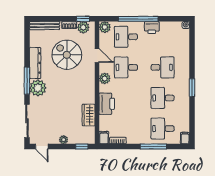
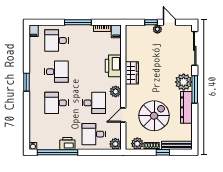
window: (83, 19) -> (163, 152), moved
window: (138, 19) -> (57, 152), moved
desk: (126, 37) -> (94, 134), turned 180
spiral stairs: (67, 55) -> (154, 116), turned -90
door: (97, 55) -> (123, 115), hinge flipped
wardrobe: (89, 115) -> (132, 73), moved
desk: (163, 129) -> (56, 41), turned 180
door: (42, 146) -> (169, 22), moved
window: (82, 146) -> (151, 22), moved
window: (153, 146) -> (78, 22), moved

